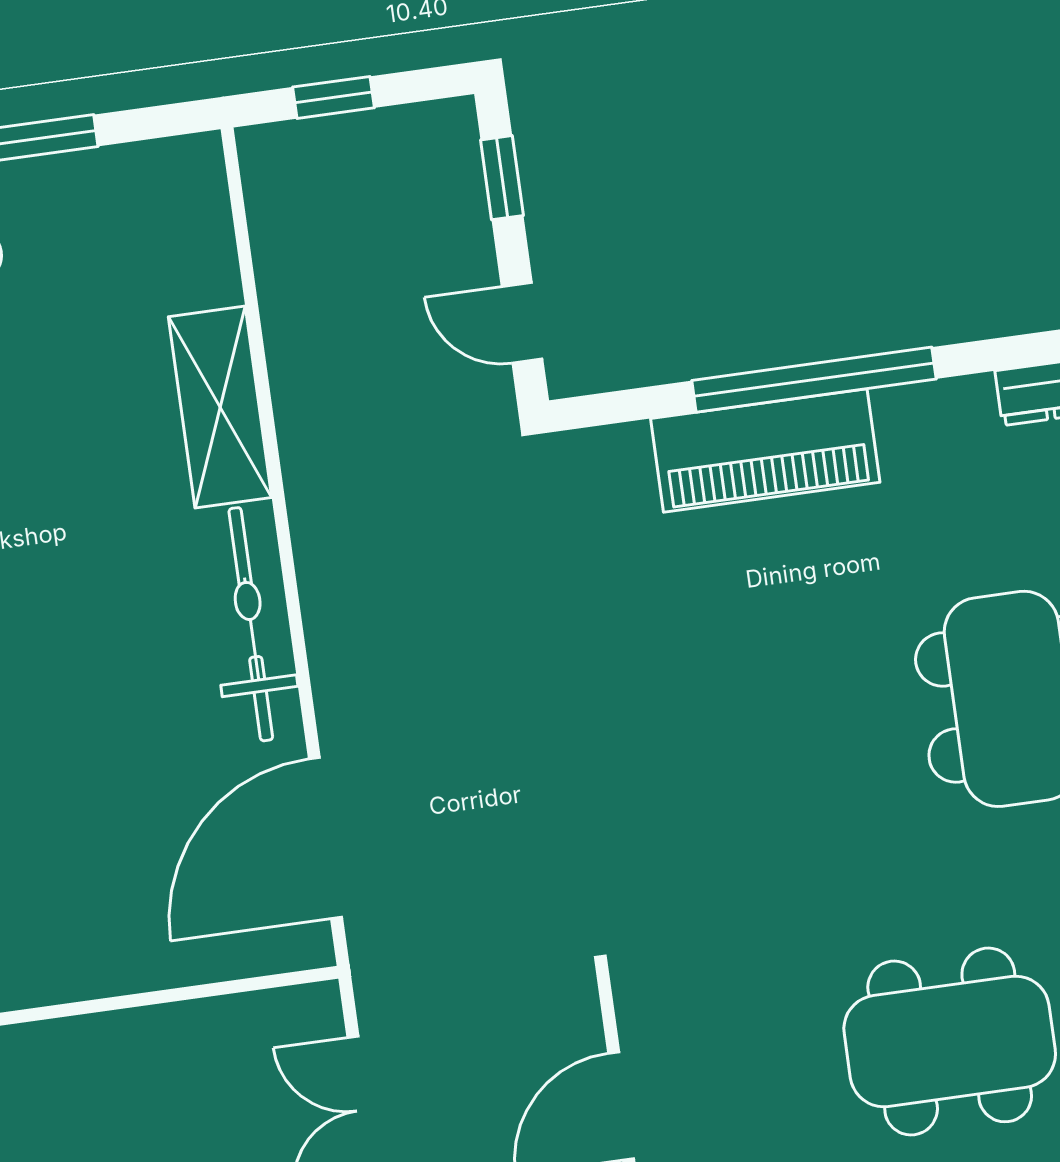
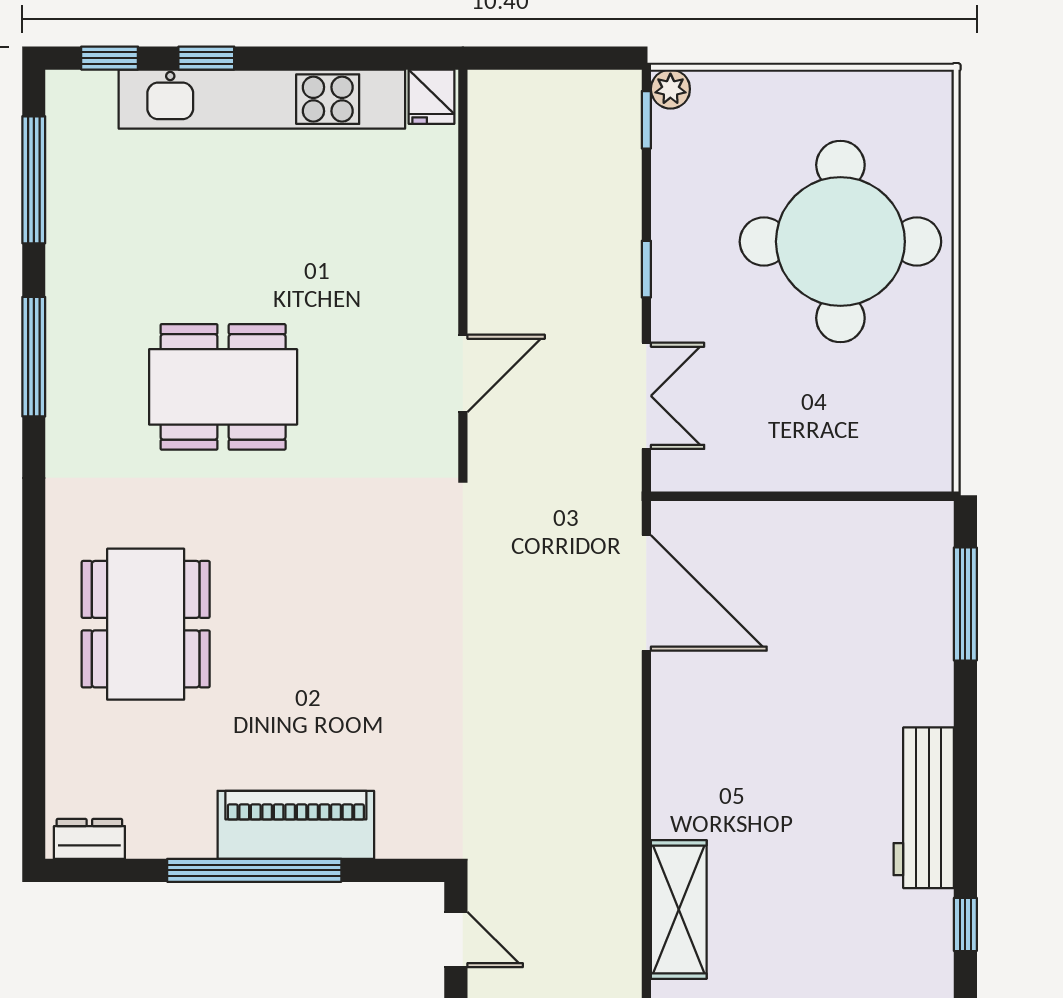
bicycle: (251, 624) -> (678, 752), removed
door: (325, 838) -> (646, 593), hinge flipped

